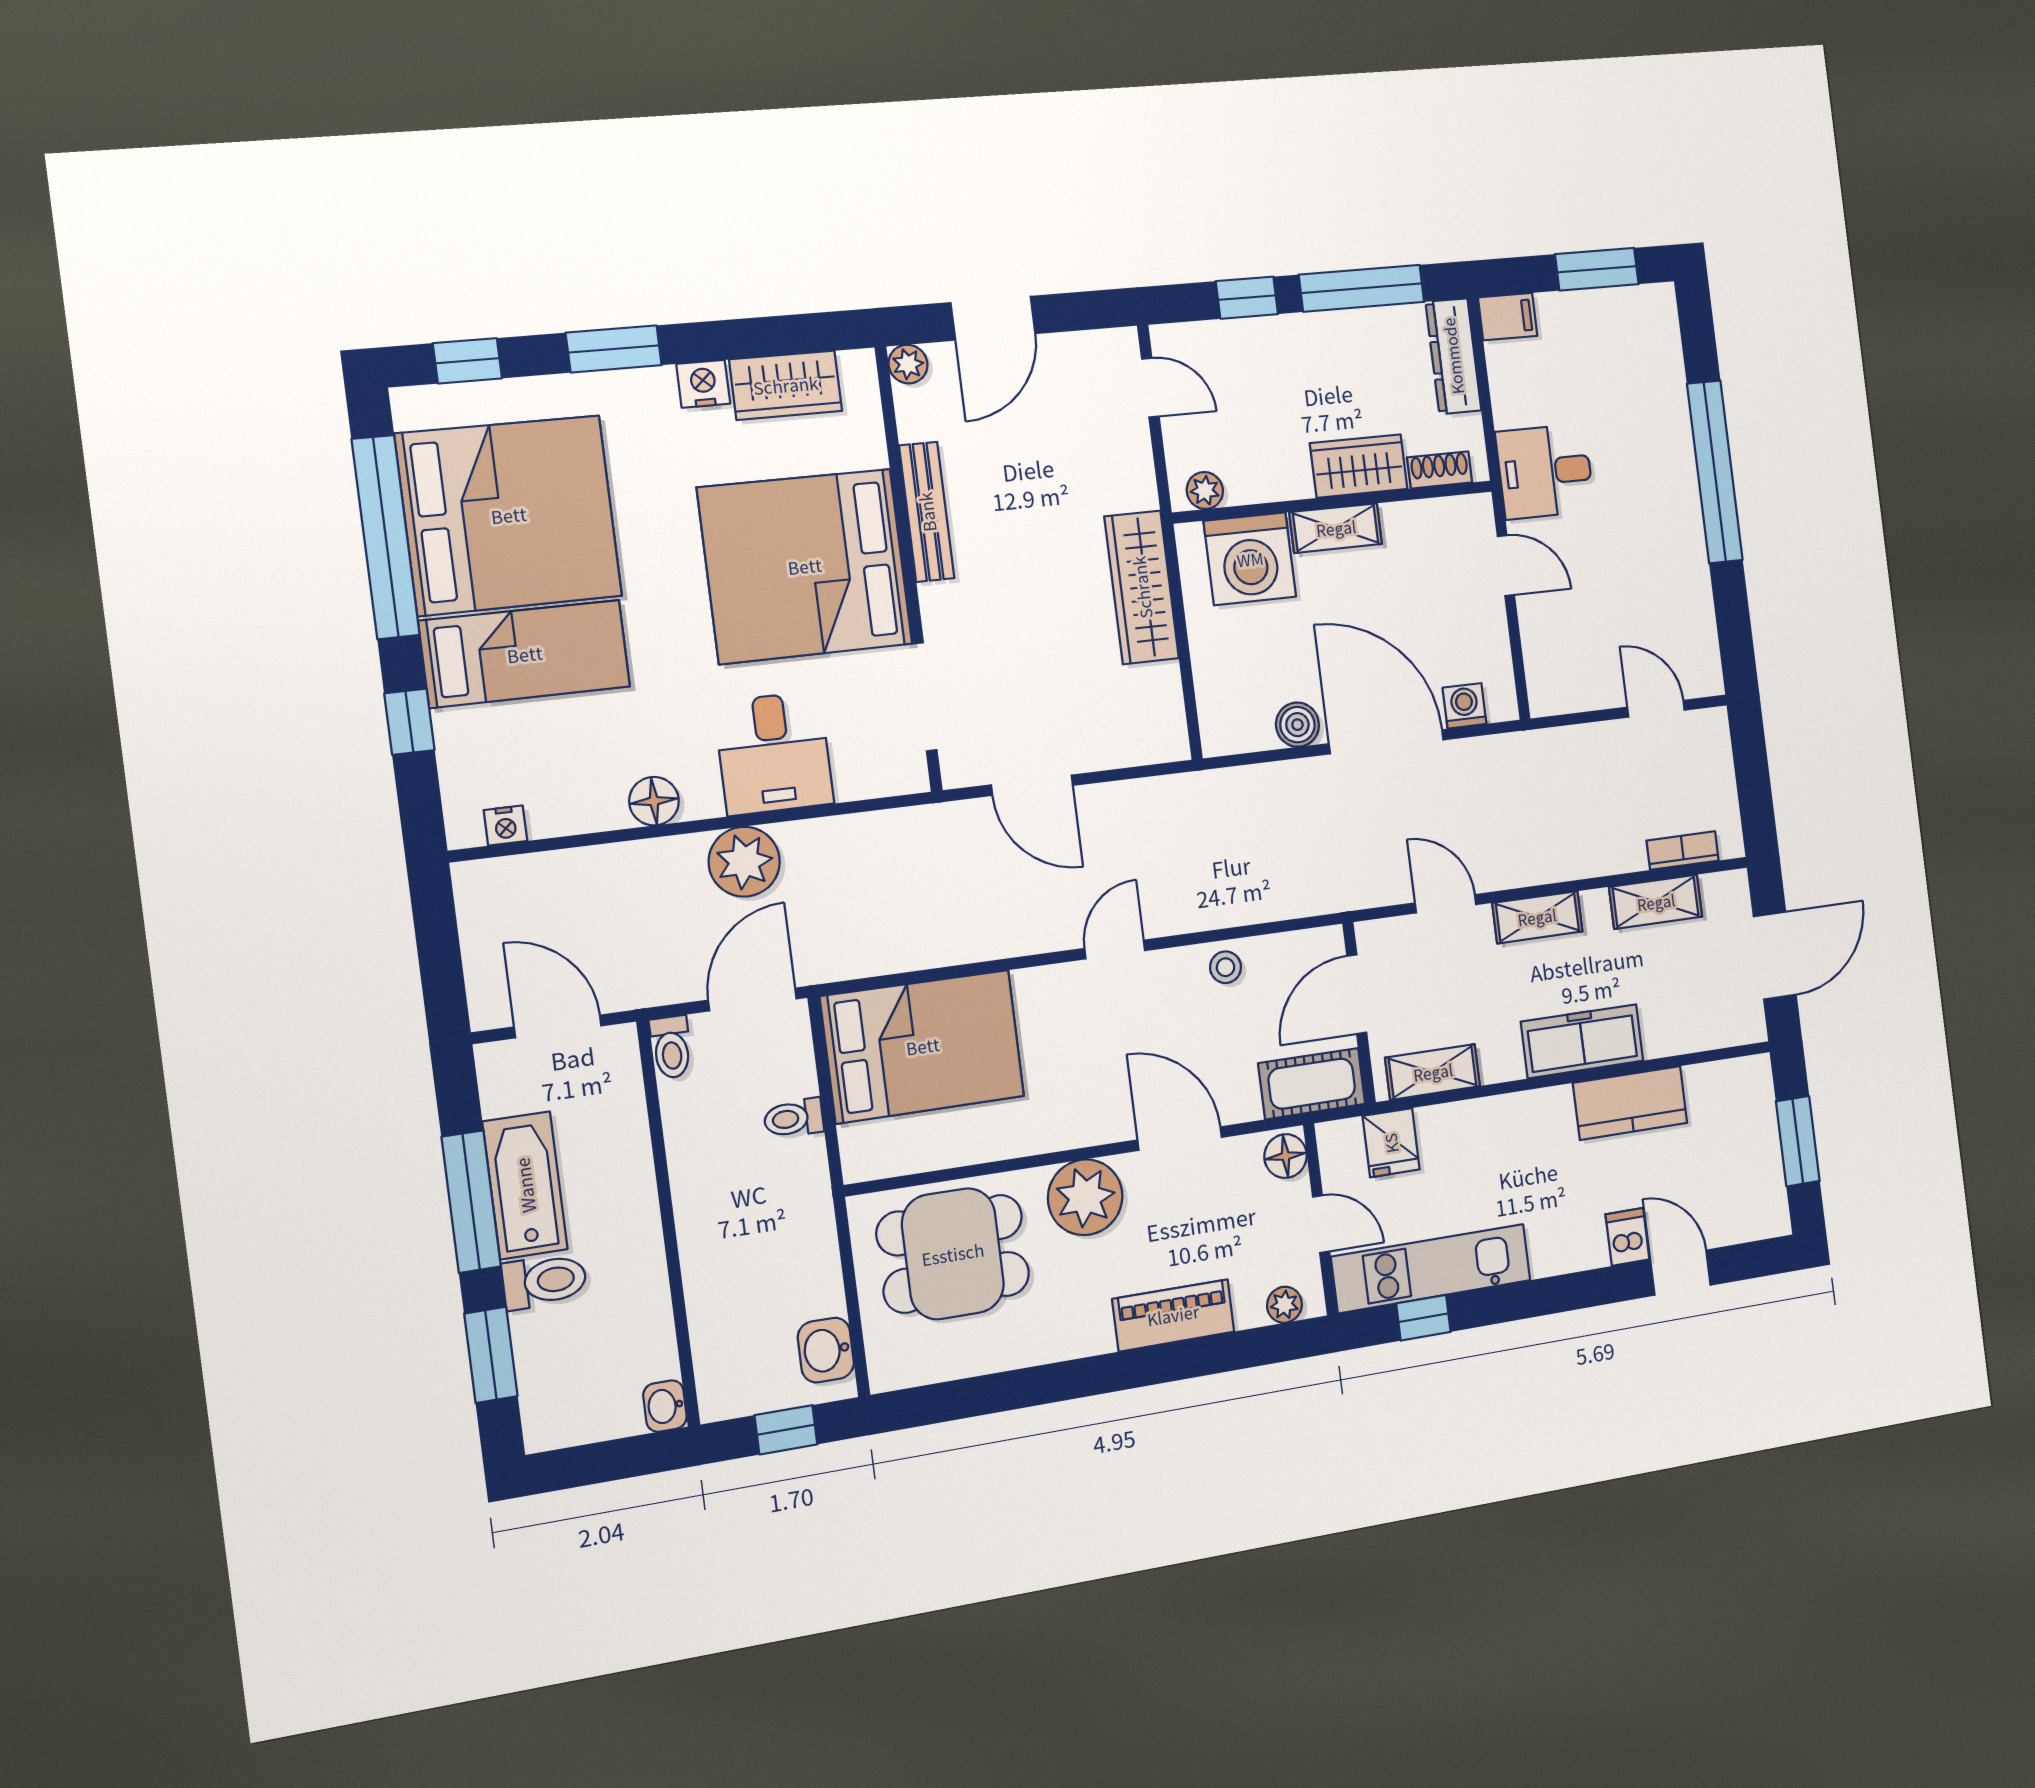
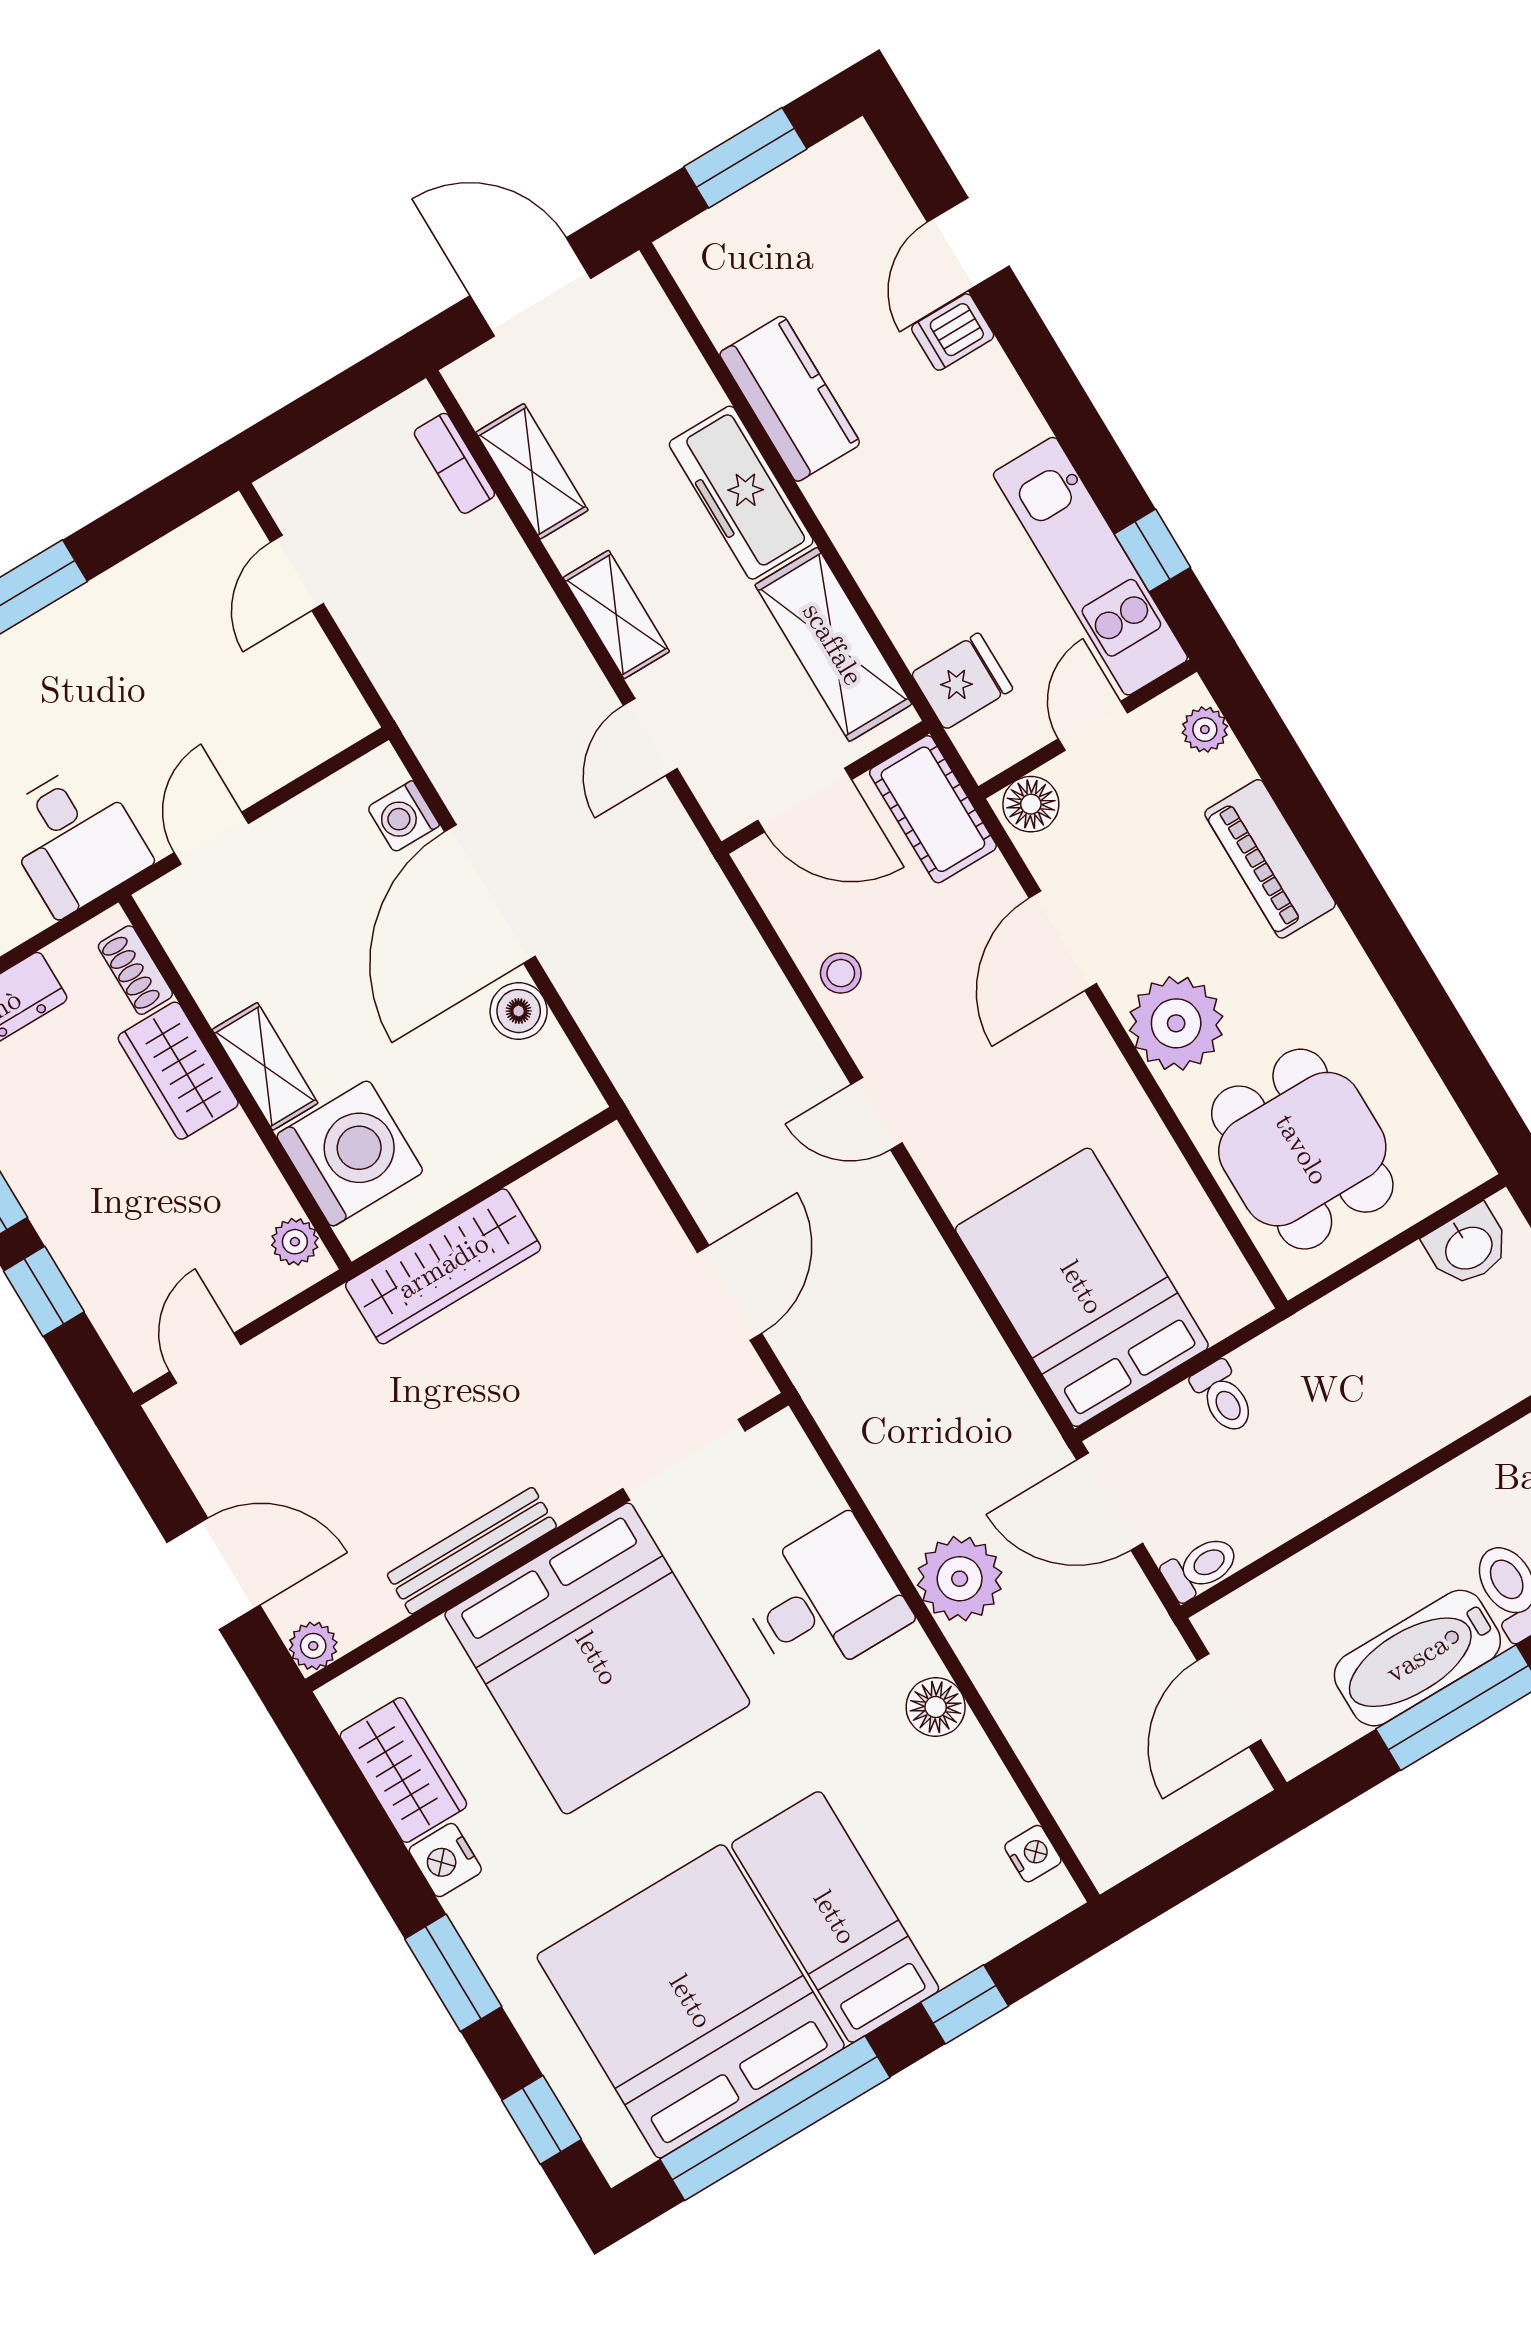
shelving: (1433, 1072) -> (833, 644), width x1.50, depth x1.33

